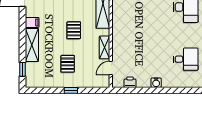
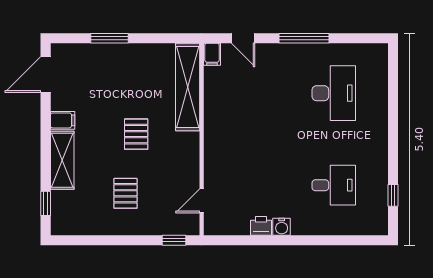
shelving: (105, 47) -> (191, 165), removed
printer: (130, 82) -> (261, 226), moved
window: (71, 90) -> (174, 240), moved

